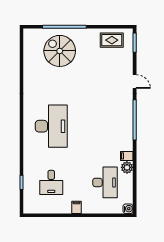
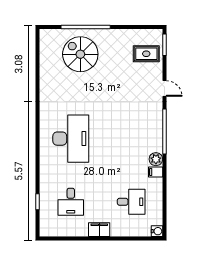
rug: (112, 40) -> (146, 54), moved
plant: (127, 167) -> (156, 159), moved
desk: (105, 182) -> (131, 202), width x0.73
filing cabinet: (77, 207) -> (99, 230), width x2.00

